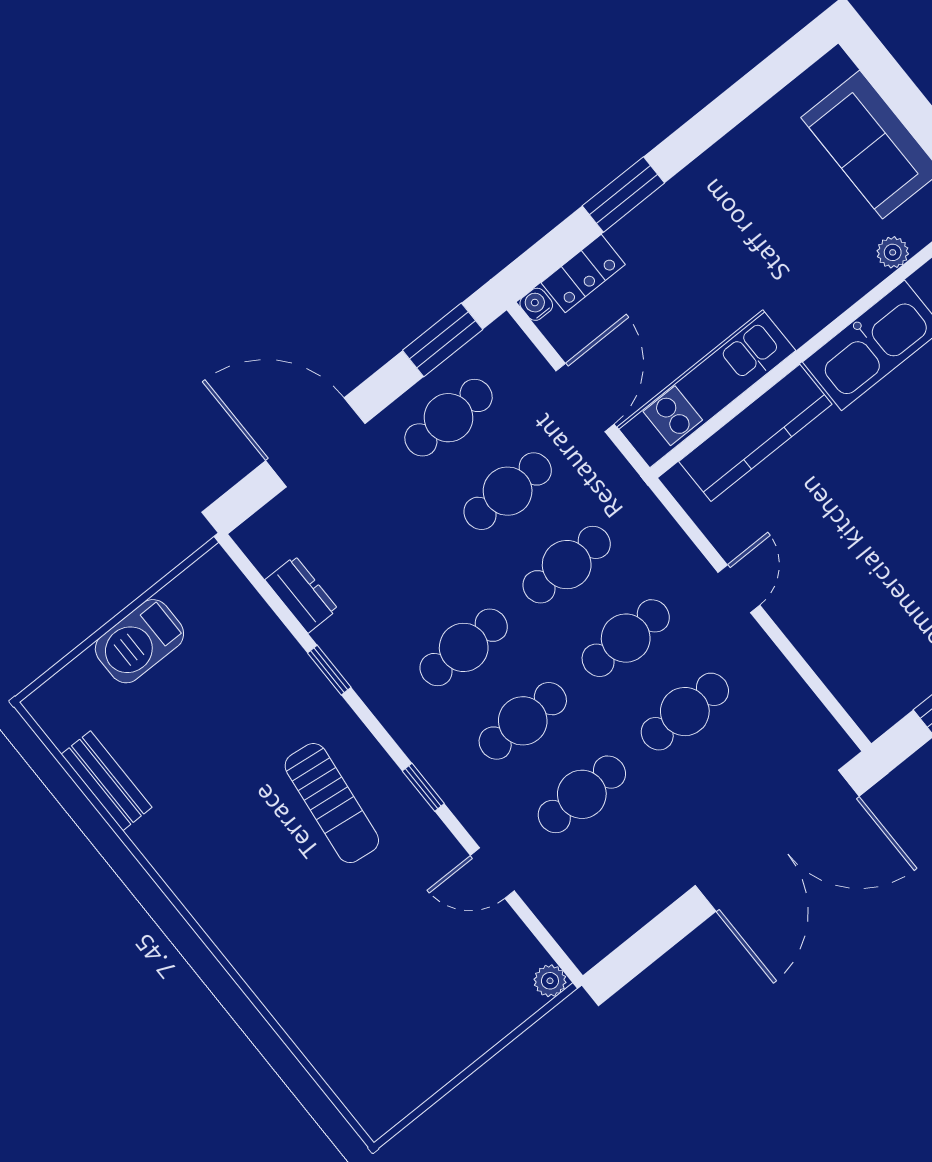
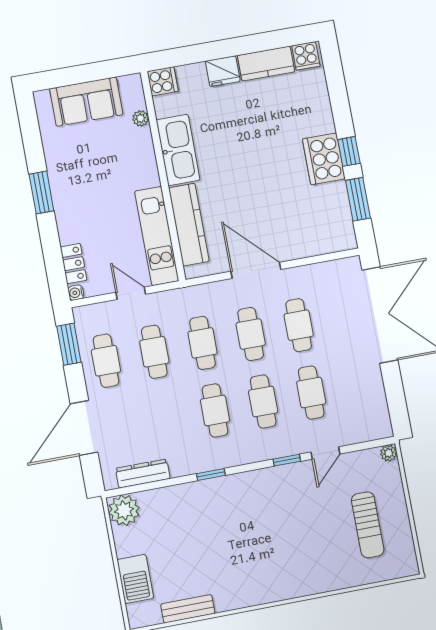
window: (623, 194) -> (41, 192), moved
door: (585, 398) -> (131, 293), width x0.73
plant: (214, 584) -> (124, 510), added
door: (739, 589) -> (256, 270), width x1.87
dresser: (302, 595) -> (143, 474), width x1.44
barbecue: (139, 641) -> (135, 579), moved
window: (329, 670) -> (211, 474), moved
window: (423, 787) -> (287, 460), moved
sun lounger: (332, 803) -> (368, 525), moved, turned 83

